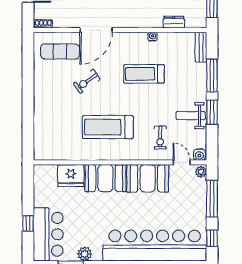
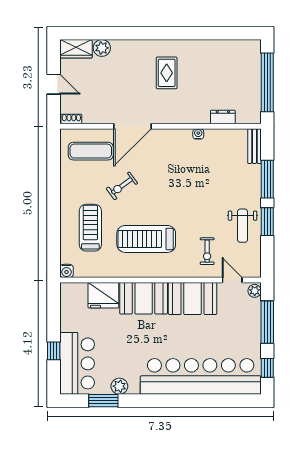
treadmill: (144, 74) -> (90, 228), moved, turned 90
weight bench: (191, 116) -> (243, 226), turned -90
water cooler: (199, 155) -> (67, 271), moved

